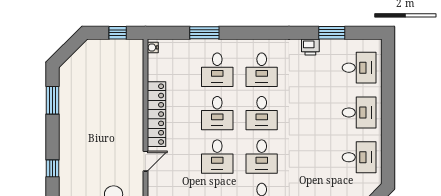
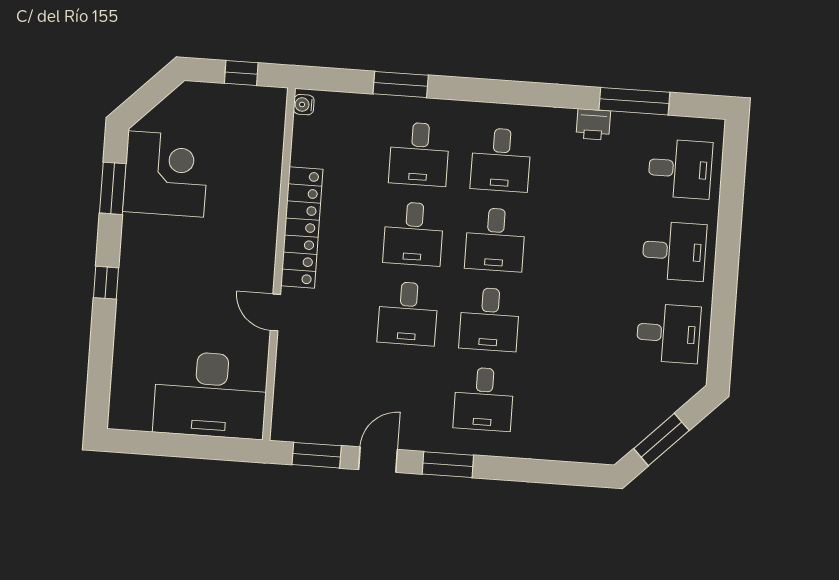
window: (332, 33) -> (634, 101), width x1.44
corner desk: (81, 90) -> (166, 174), added
door: (145, 161) -> (275, 312), swing flipped
window: (53, 168) -> (106, 283), moved

